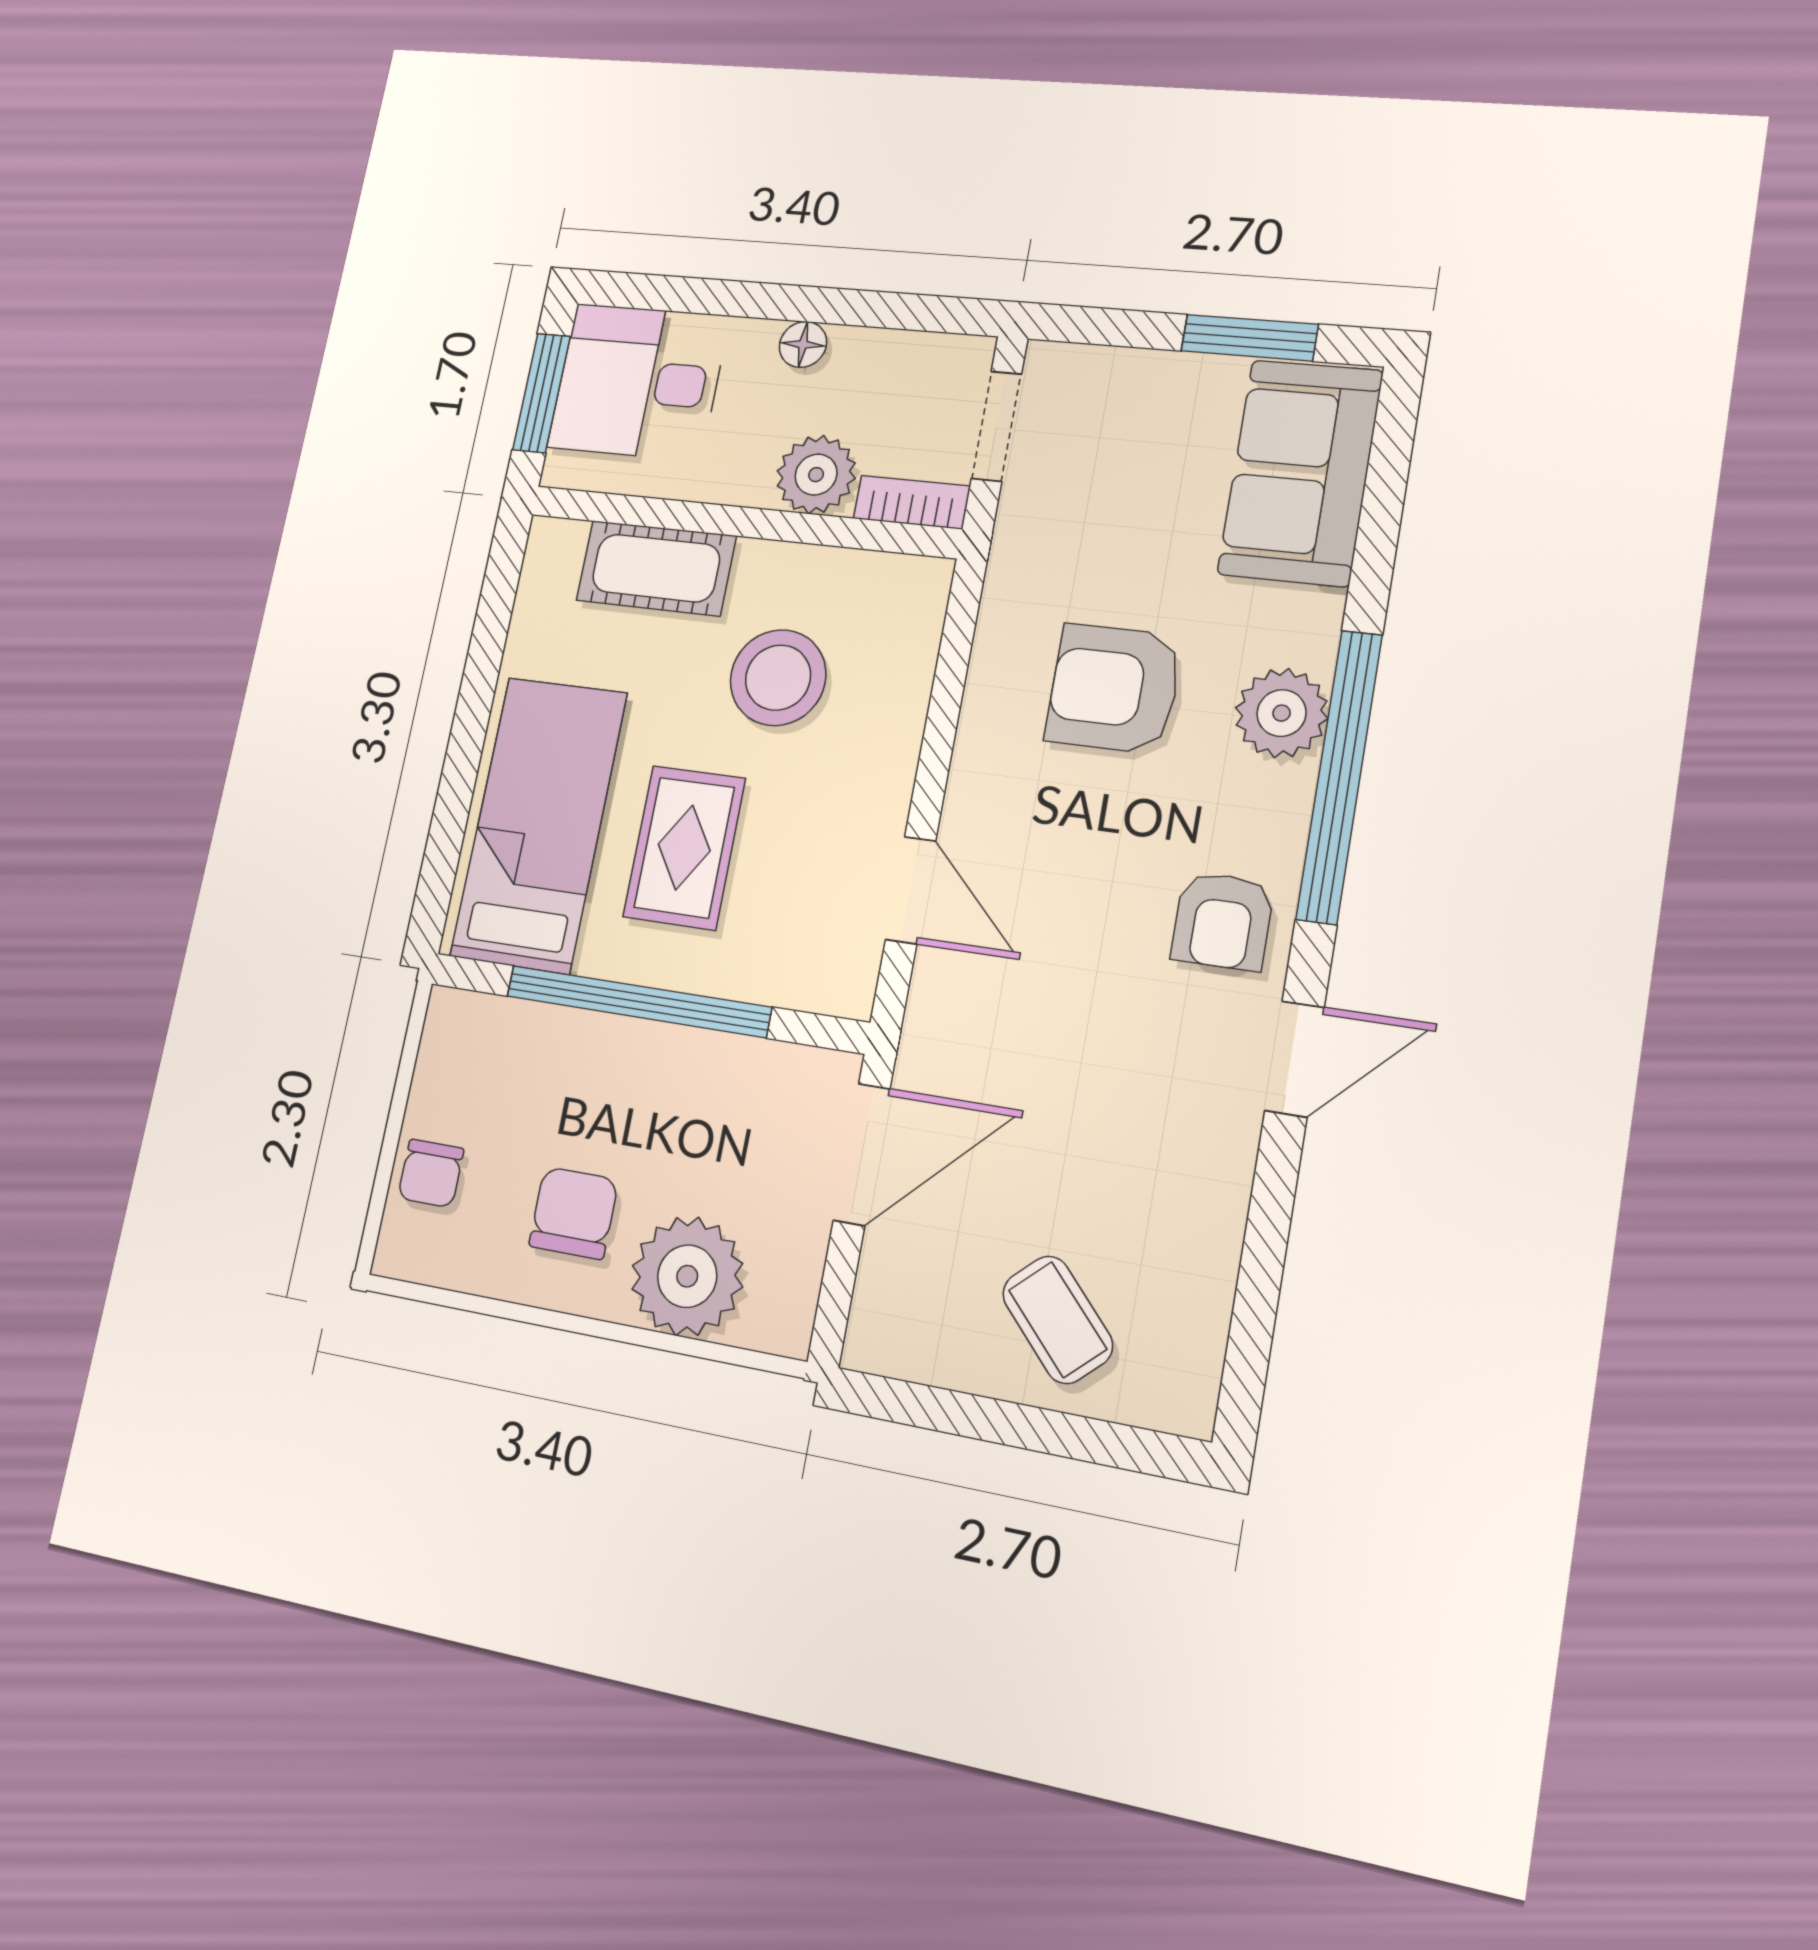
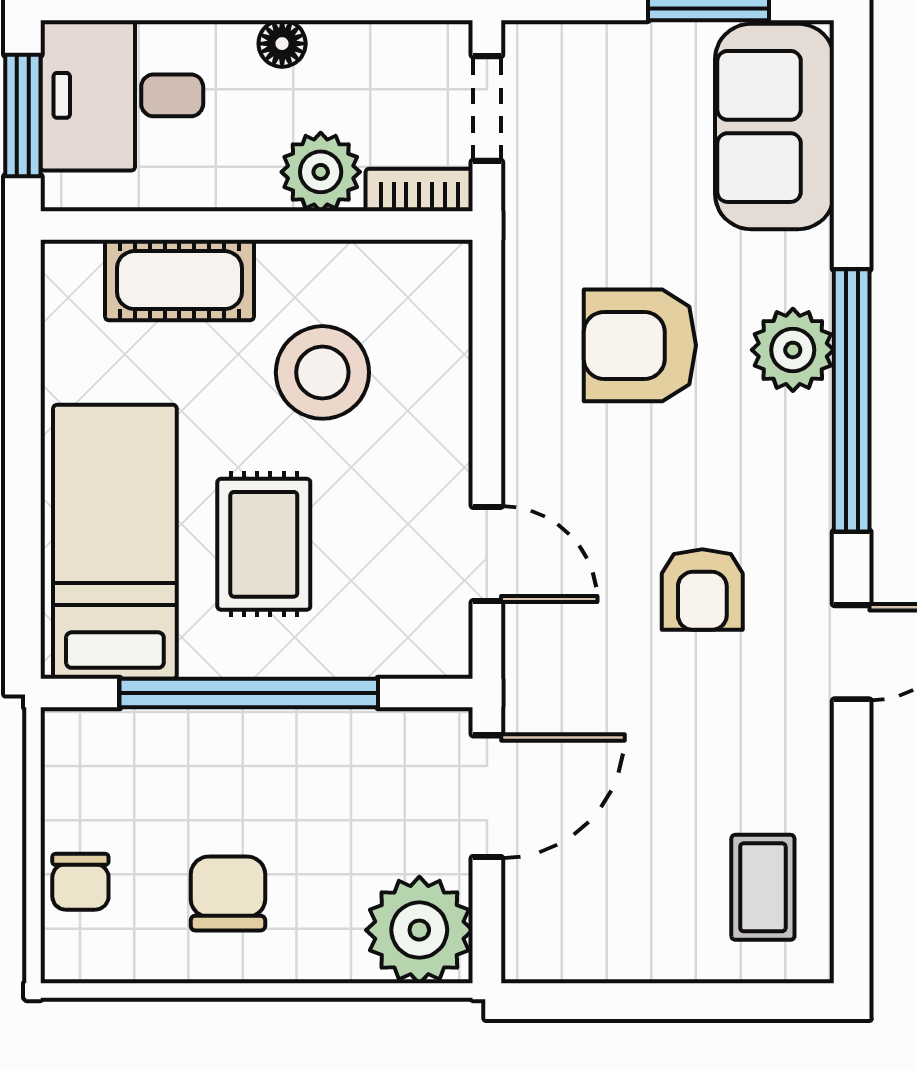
armchair: (1222, 921) -> (702, 590), moved
plant: (687, 1276) -> (419, 930), moved
coffee table: (1058, 1320) -> (763, 887), moved, turned 43

